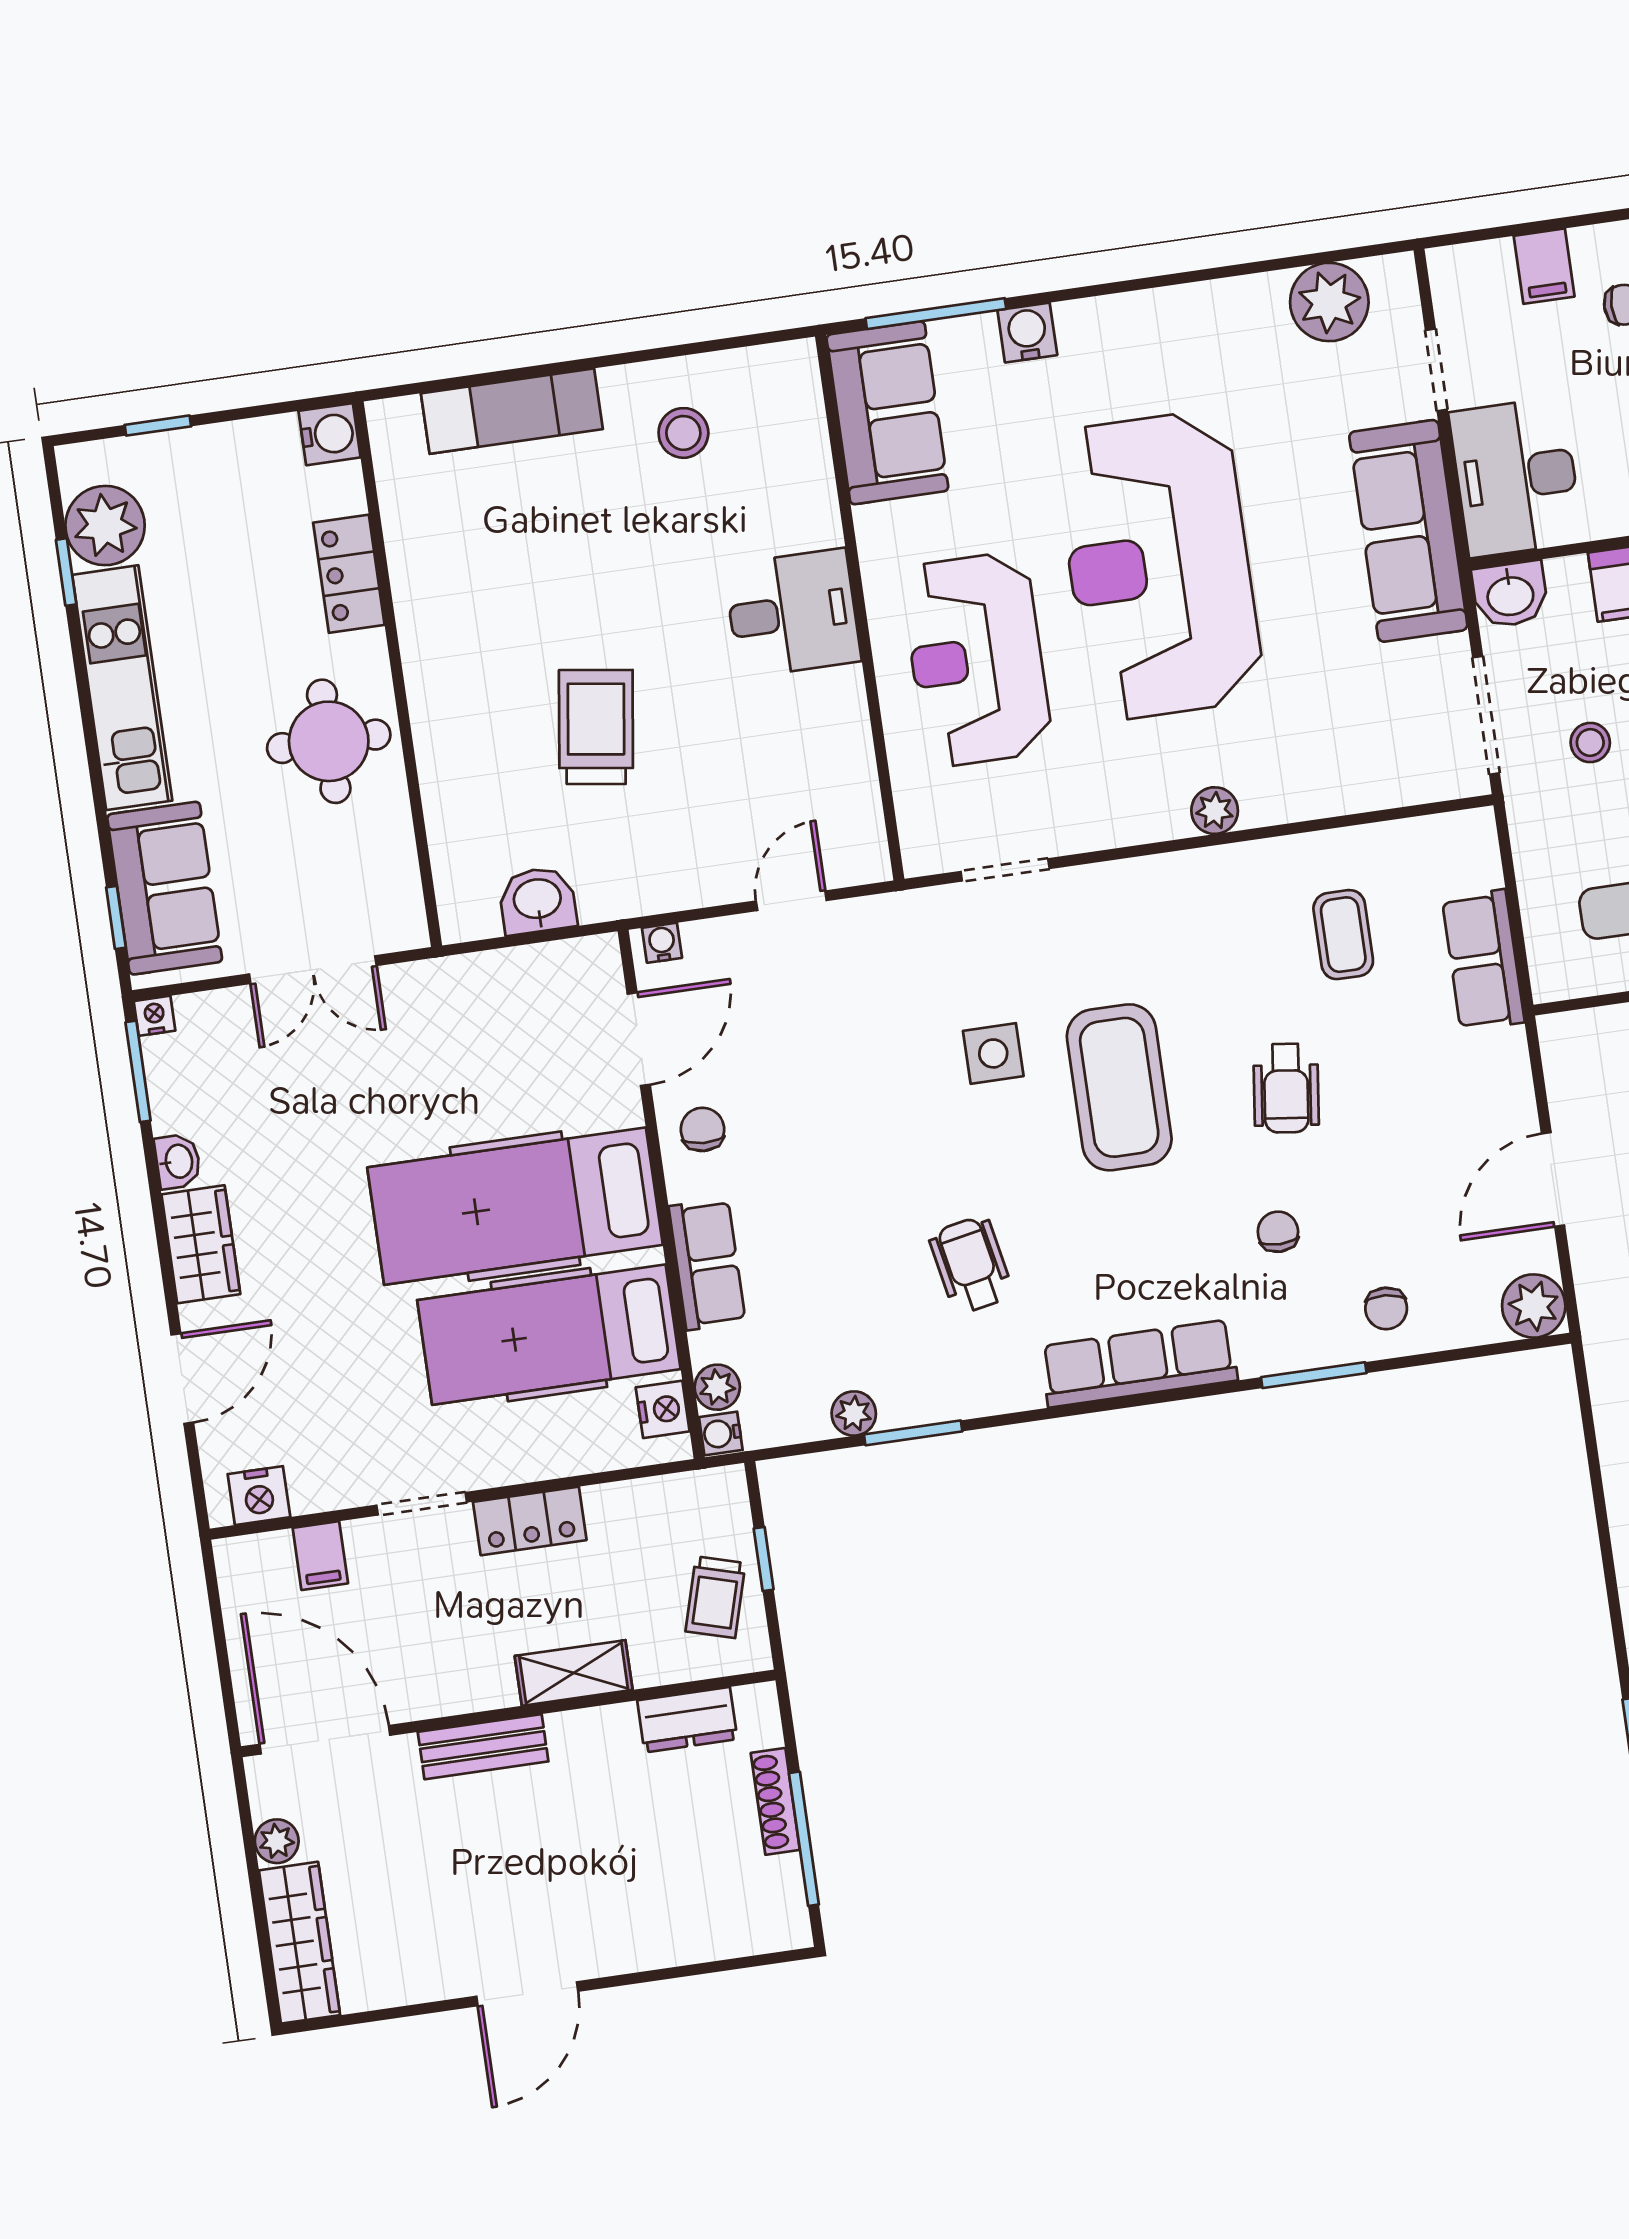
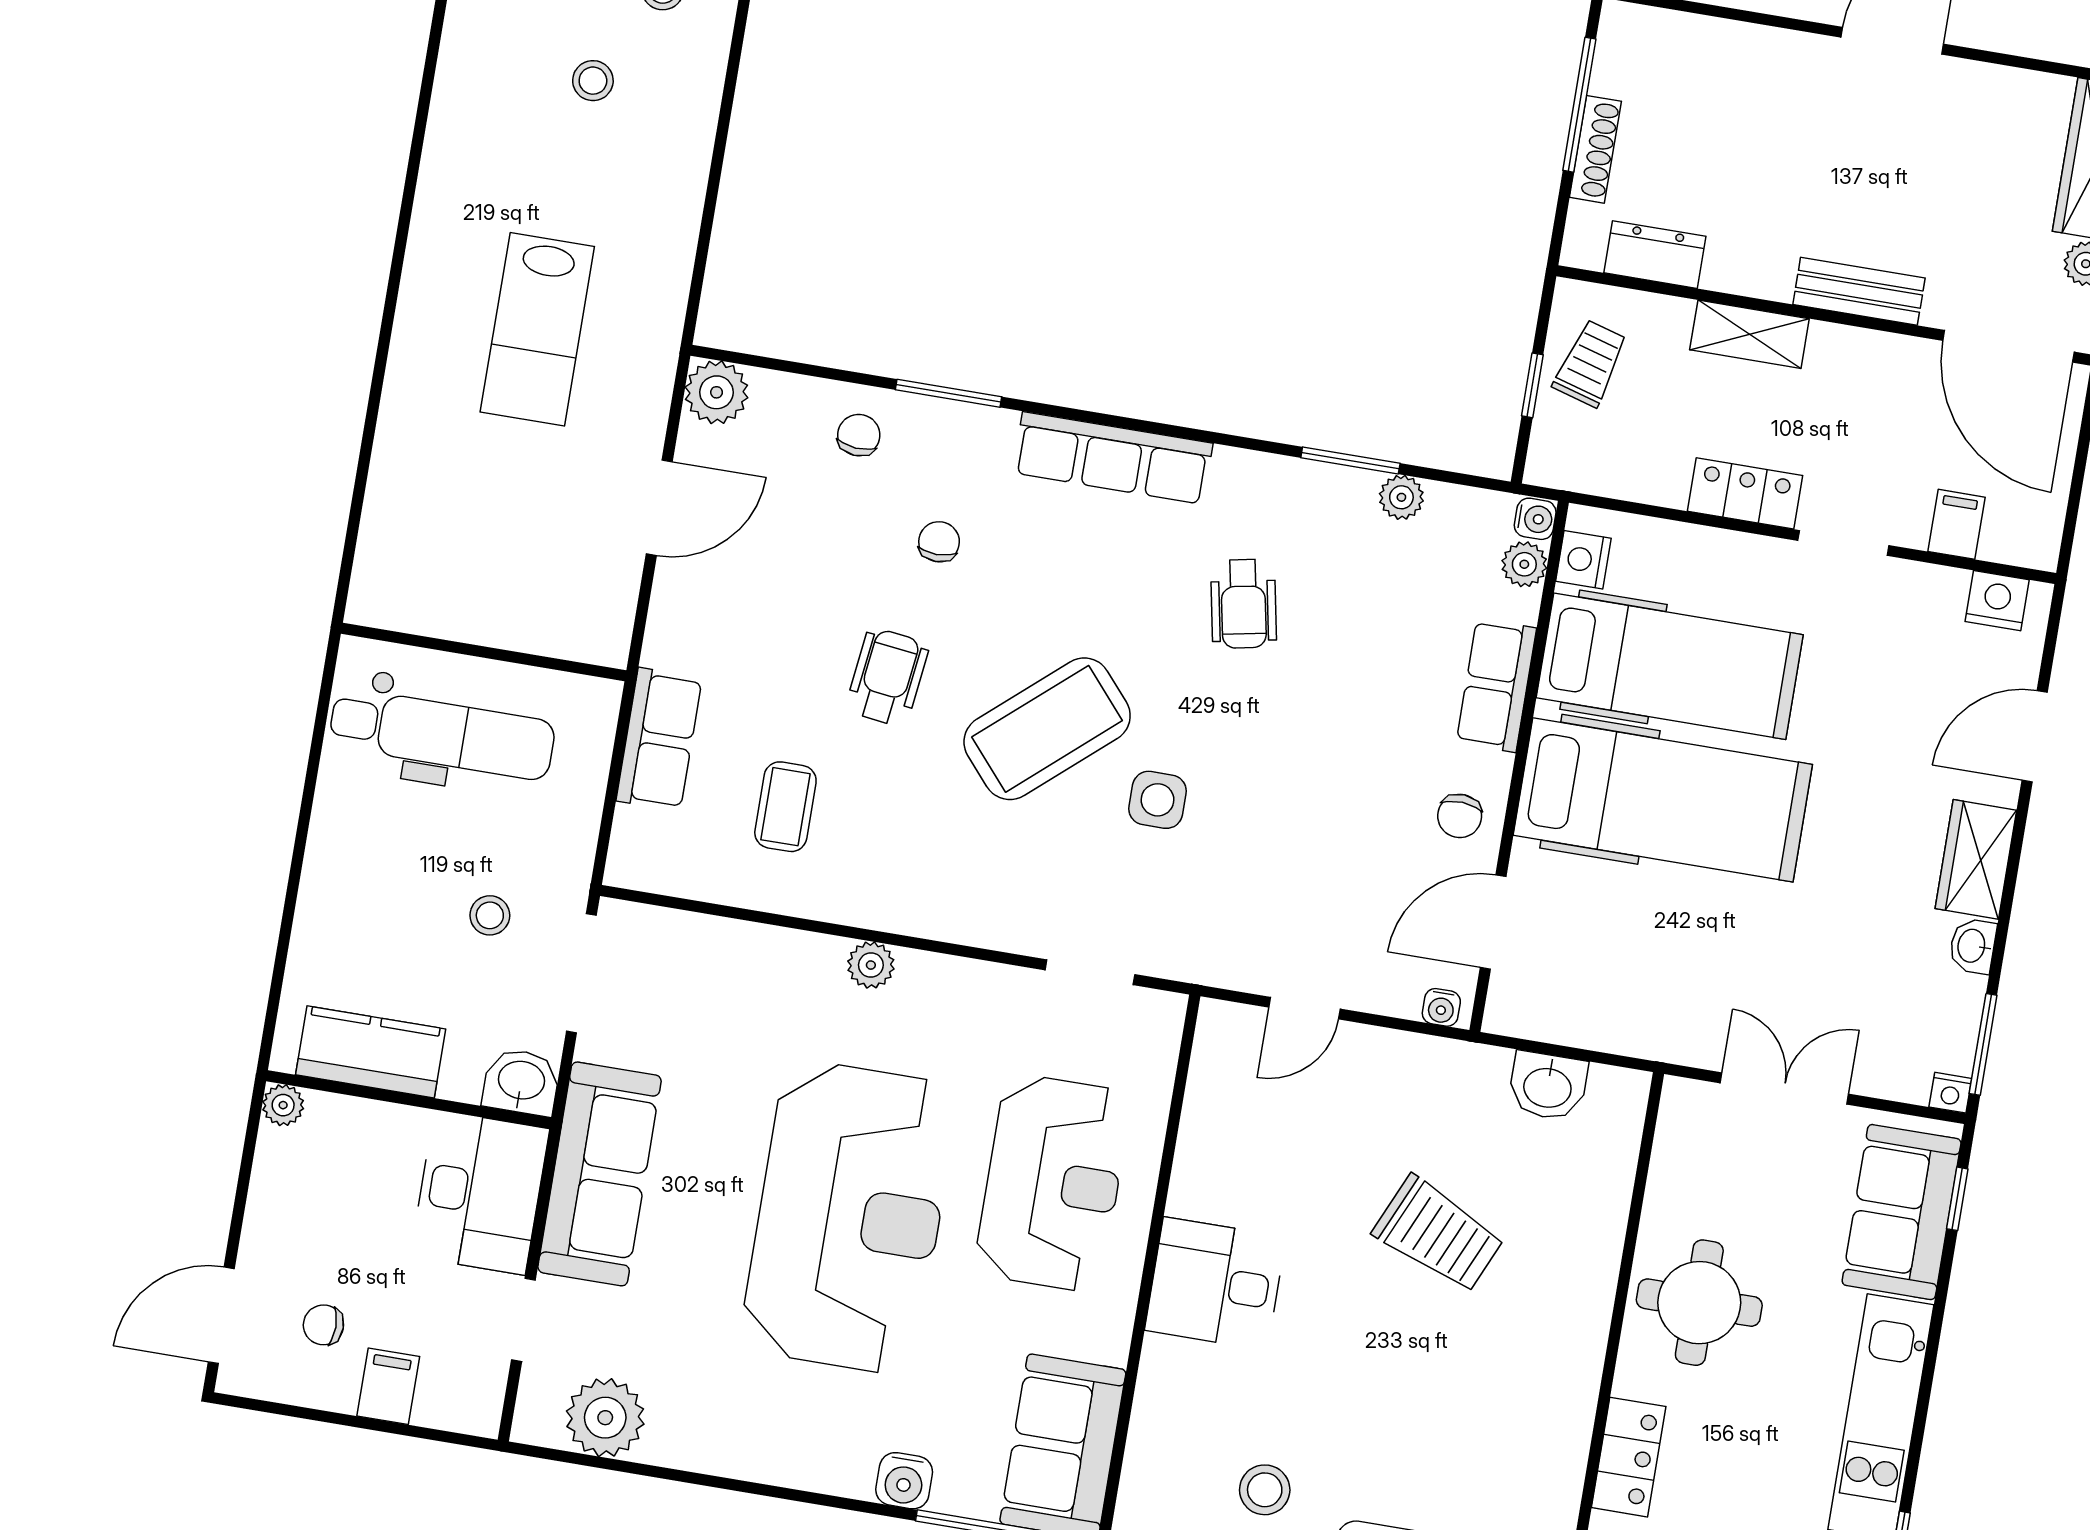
trolley: (596, 727) -> (1439, 1235), turned -74
coffee table: (1119, 1087) -> (1047, 729), turned 49
chair: (1278, 1232) -> (939, 542), turned 180

